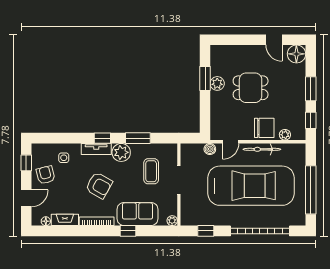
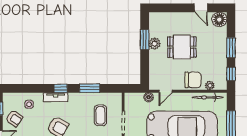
bicycle: (262, 149) -> (208, 97), moved
plant: (121, 152) -> (76, 100), removed
armchair: (46, 175) -> (14, 118), turned 138

